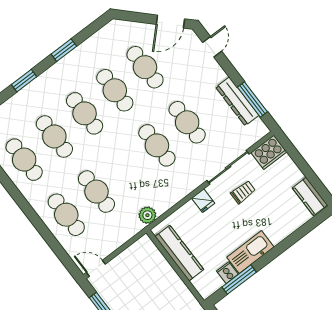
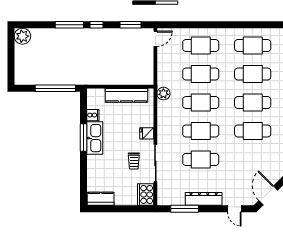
cafe table: (145, 67) -> (201, 102), moved
dresser: (237, 101) -> (204, 199), moved
window: (239, 280) -> (83, 138), moved

